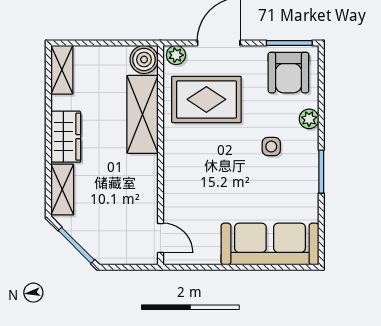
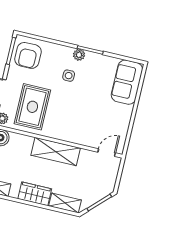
armchair: (288, 73) -> (28, 55), turned 90
shelving: (142, 114) -> (56, 152), moved
plant: (309, 119) -> (79, 55), moved
sofa: (270, 244) -> (127, 82), width x0.73

